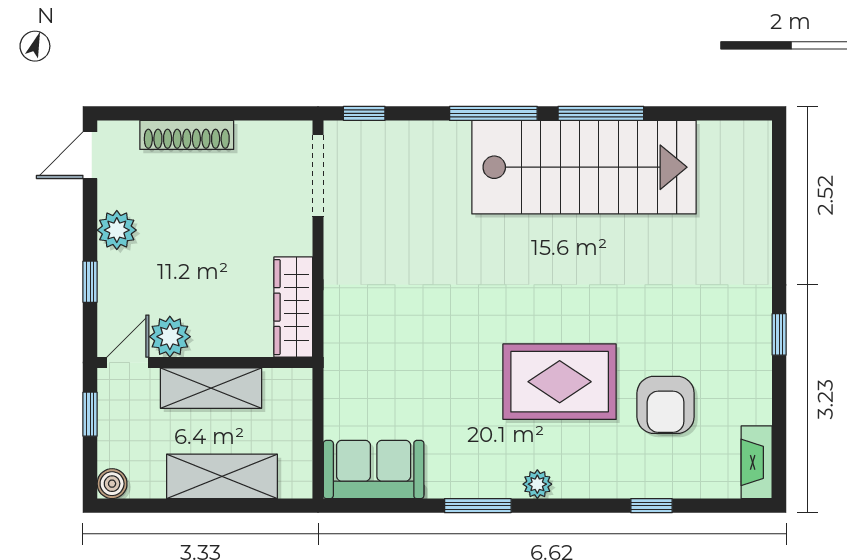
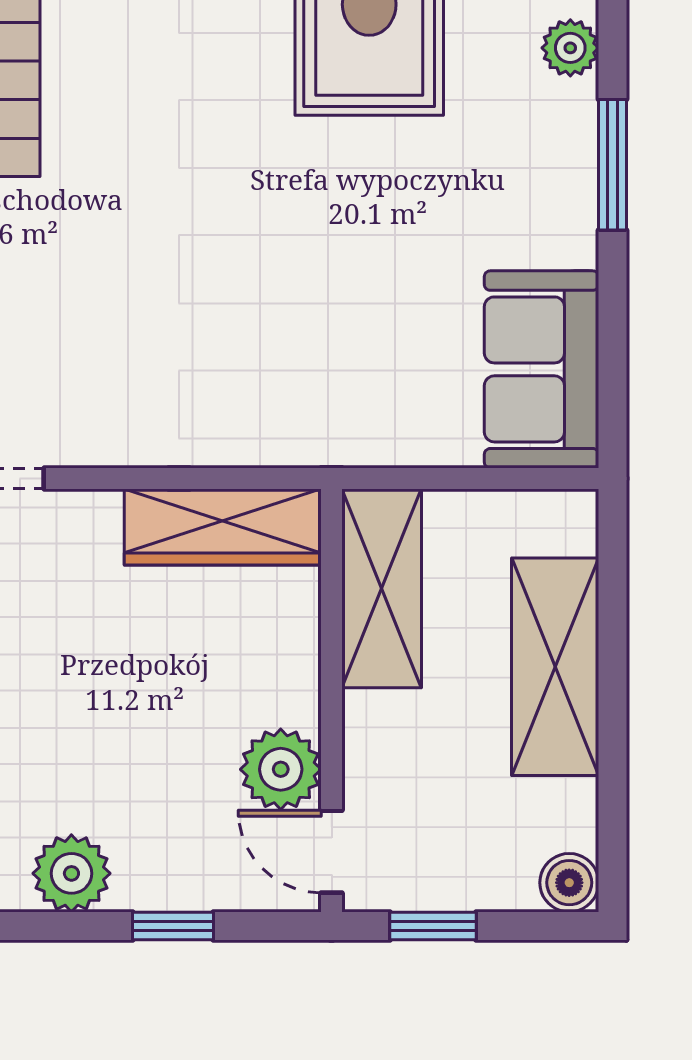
shelving: (211, 388) -> (382, 588), moved

